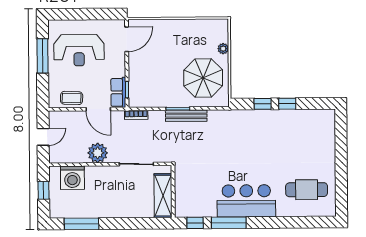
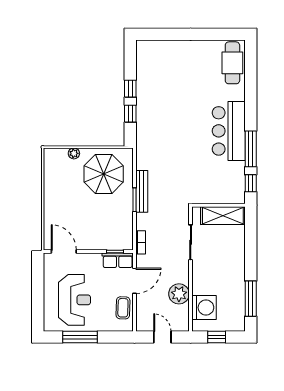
plant: (98, 153) -> (179, 294), moved
cafe table: (307, 190) -> (232, 63), moved

